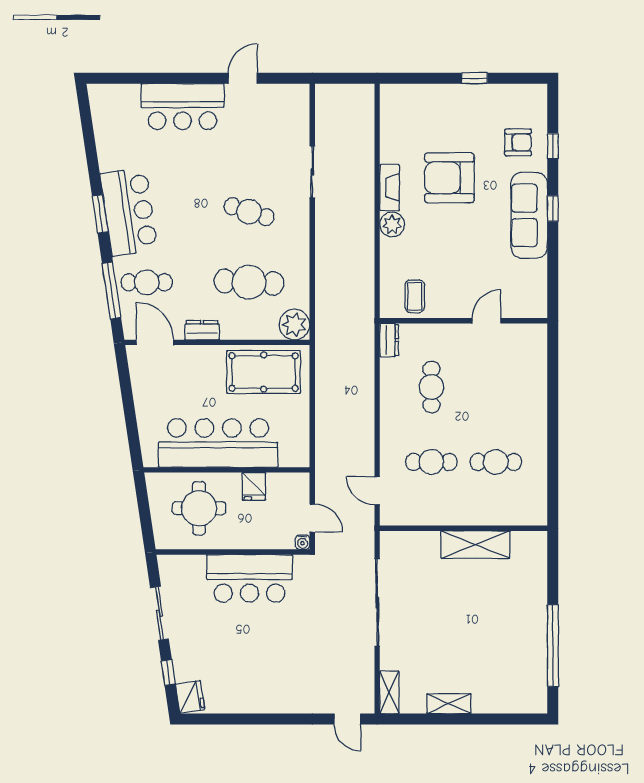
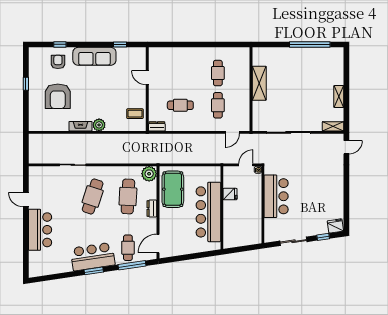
armchair: (449, 178) -> (58, 96), moved
window: (553, 208) -> (120, 44), moved
cafe table: (249, 212) -> (93, 196), width x1.37, depth x1.35
dresser: (202, 330) -> (152, 209), moved
round table: (199, 508) -> (241, 222), removed

